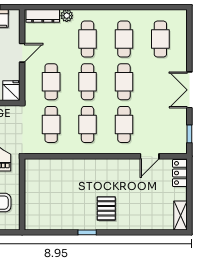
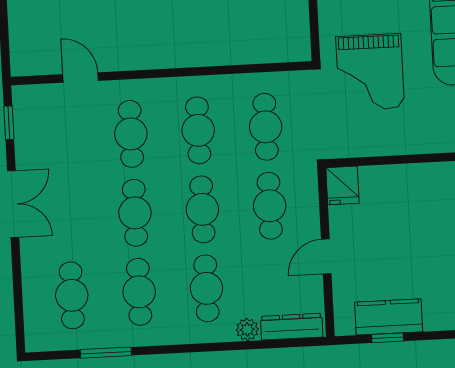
window: (144, 7) -> (106, 353), added
door: (150, 156) -> (81, 77), hinge flipped
locker: (180, 173) -> (23, 50), removed

